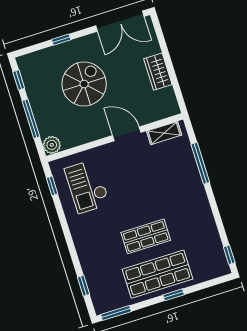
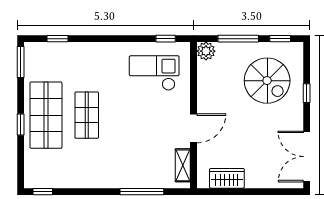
wardrobe: (158, 72) -> (227, 178), moved
spiral stairs: (84, 84) -> (267, 81), moved

